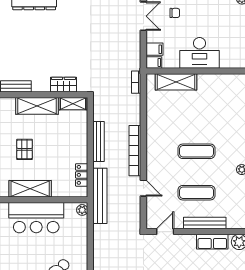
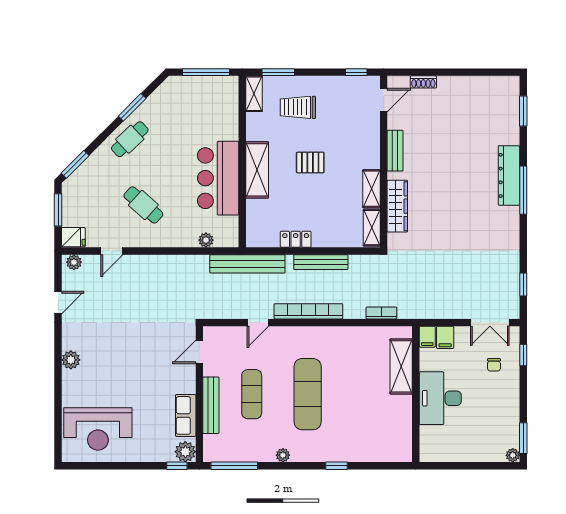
bookcase: (136, 82) -> (381, 313), moved
wardrobe: (63, 85) -> (397, 206), width x1.50
shelving: (37, 106) -> (371, 189), width x0.67, depth x0.75
exercise mat: (196, 151) -> (308, 394), width x1.36, depth x1.45
locker: (82, 175) -> (296, 239), moved
plant: (82, 210) -> (206, 240), moved
door: (165, 232) -> (199, 352), swing flipped

